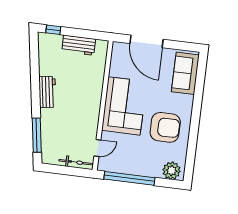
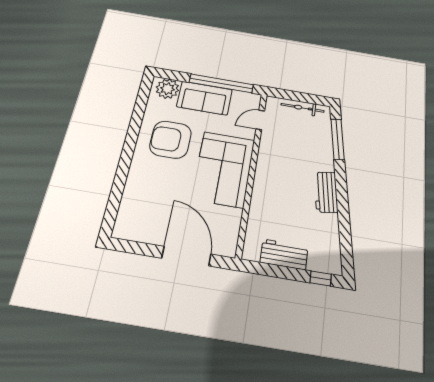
sofa: (185, 73) -> (205, 98), moved, turned 90
bicycle: (76, 162) -> (302, 108), moved

